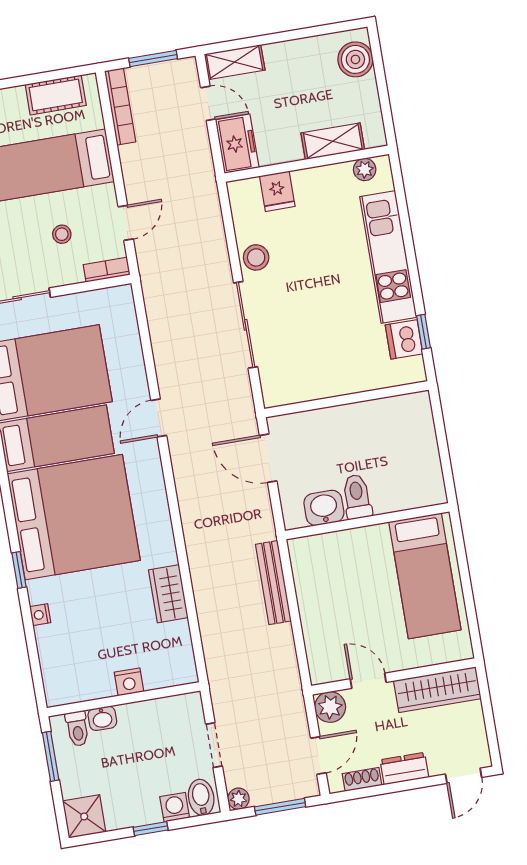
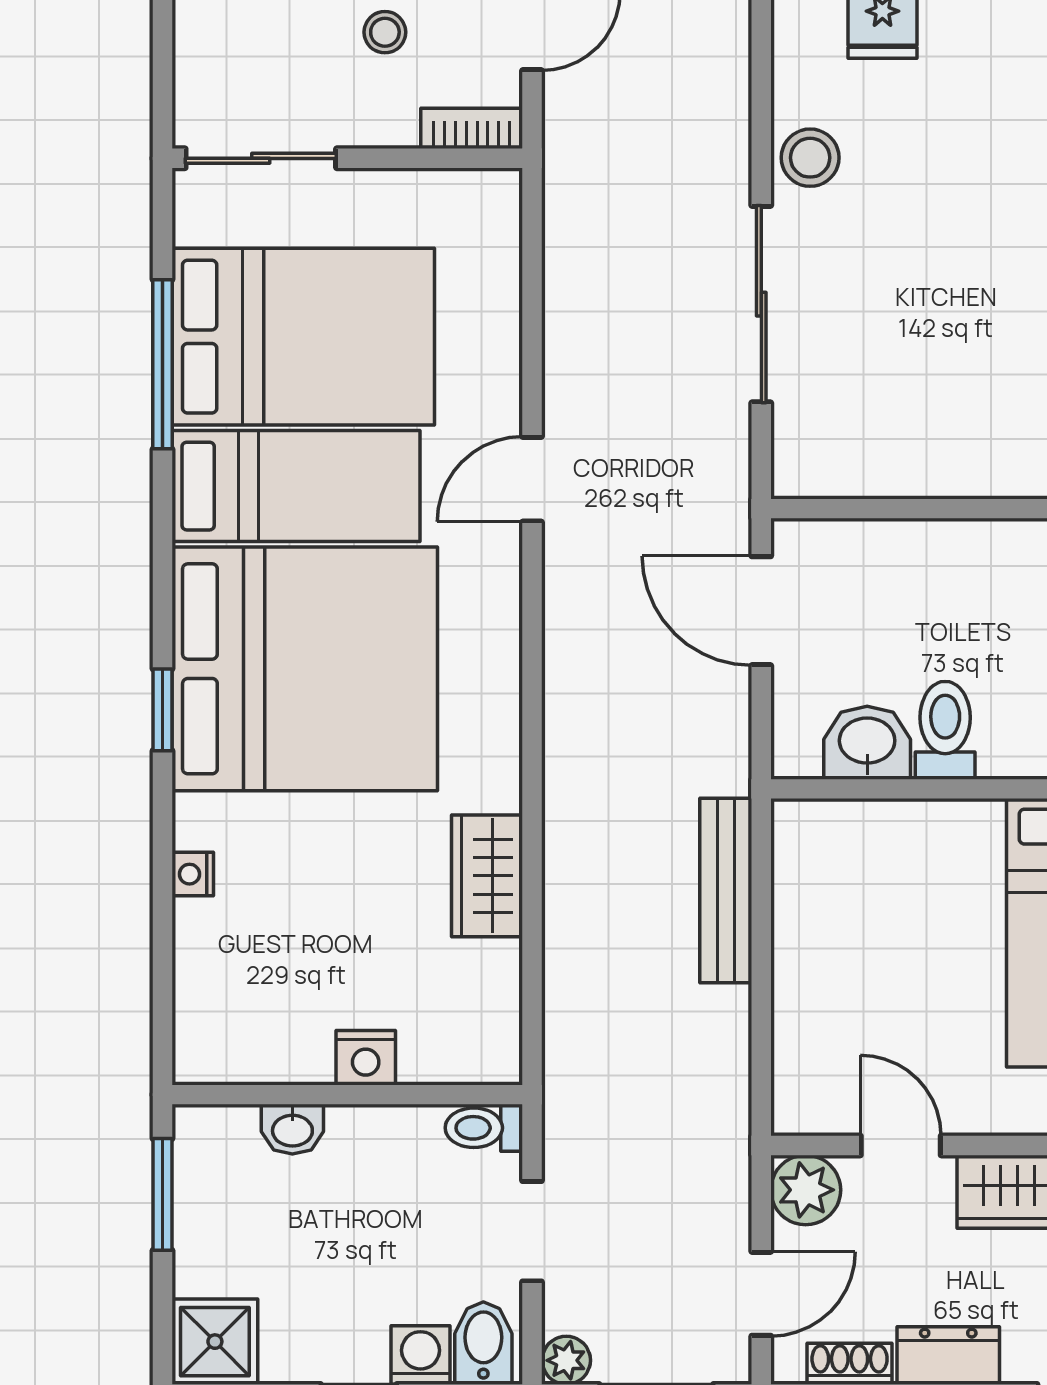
window: (19, 570) -> (163, 710), moved
toilet: (77, 729) -> (484, 1128), moved, turned 90

